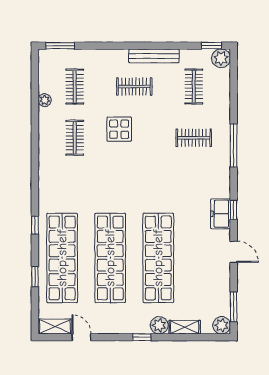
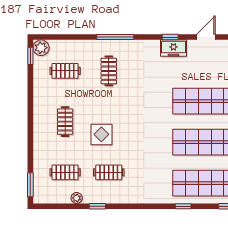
bench: (154, 56) -> (39, 105), removed
window: (35, 125) -> (97, 206), added

